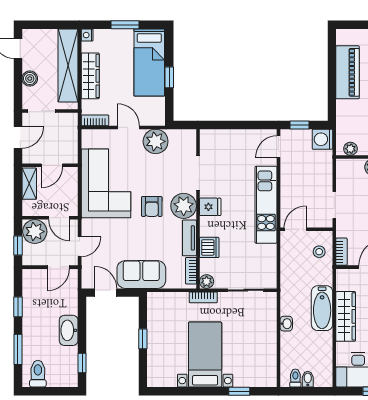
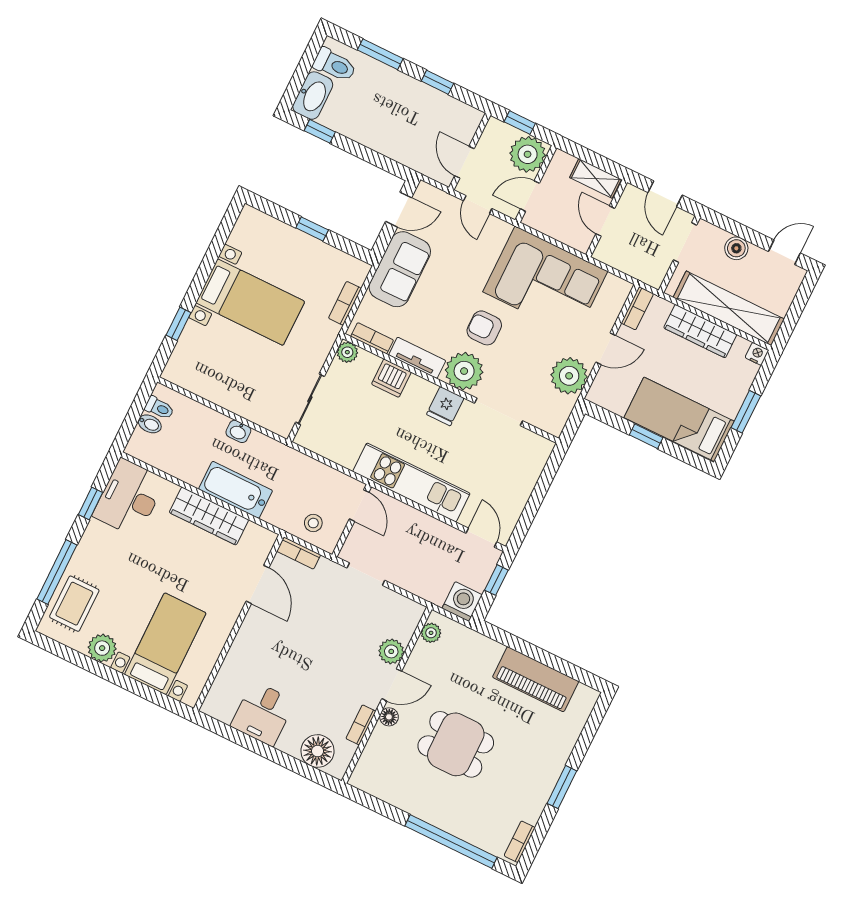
bookcase: (203, 297) -> (345, 303), moved
washbasin: (69, 330) -> (313, 96), moved, turned 90

